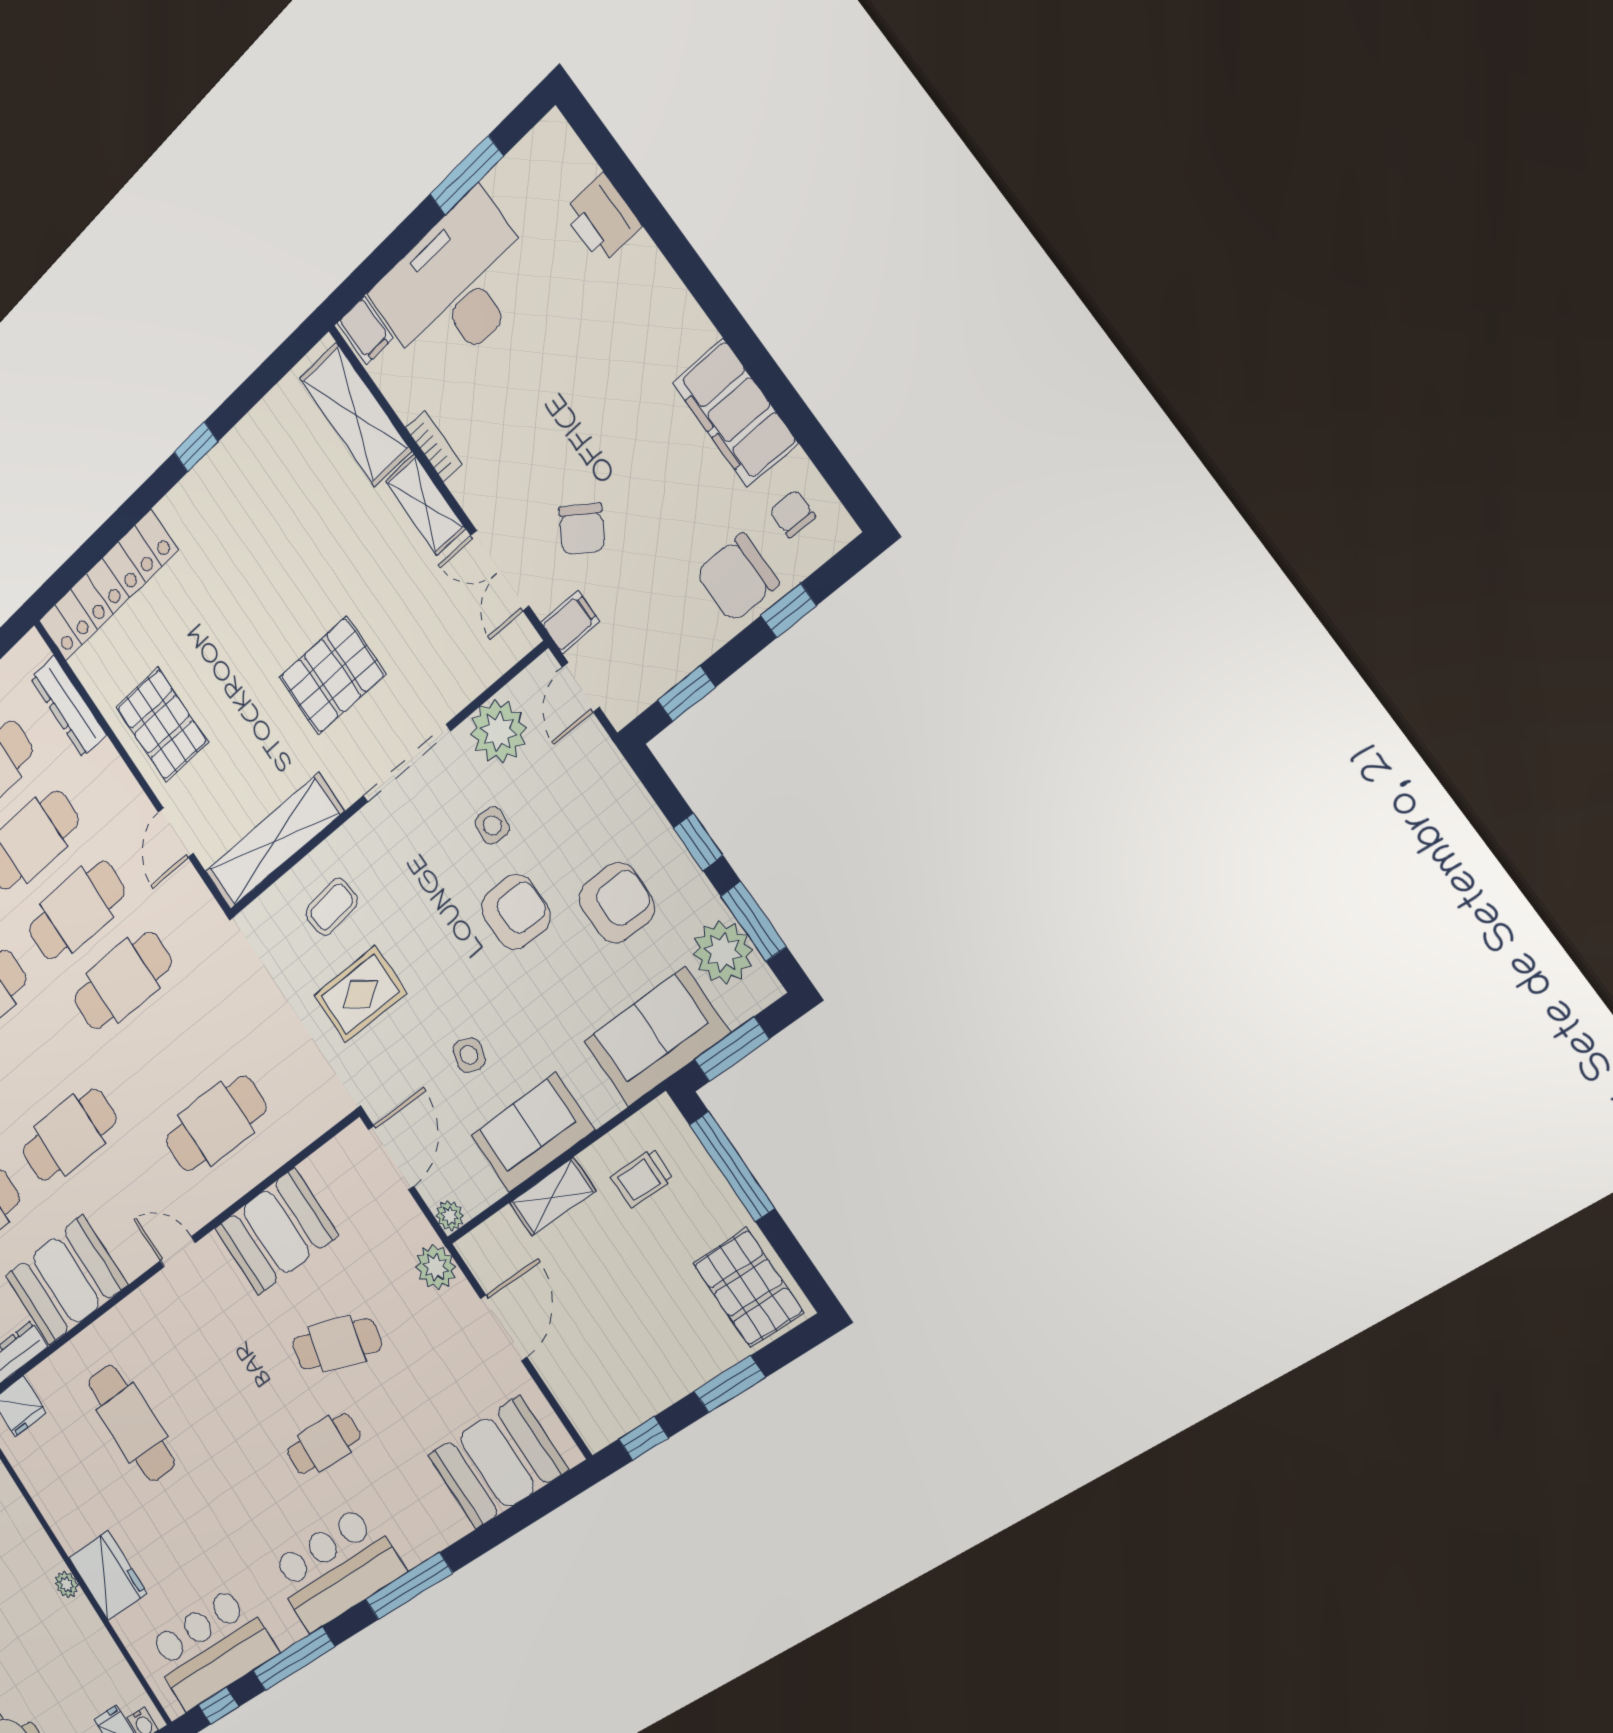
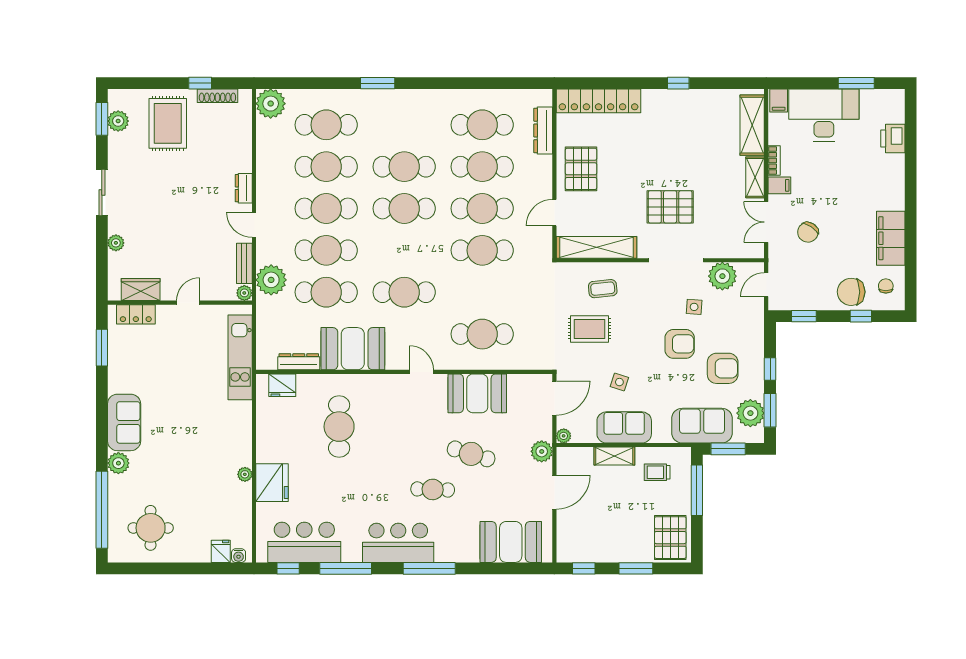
filing cabinet: (570, 622) -> (779, 185), moved

